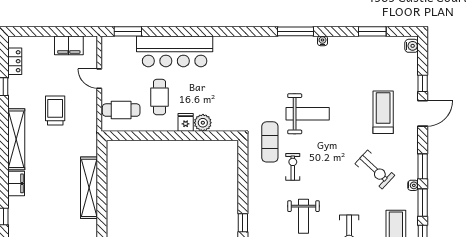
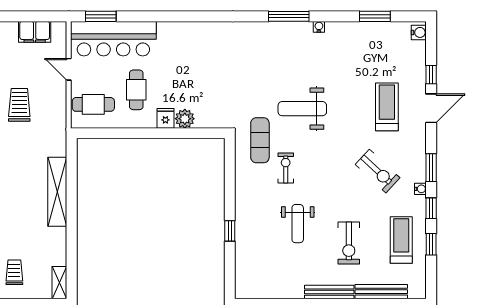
bar counter: (175, 51) -> (113, 39), moved
weight bench: (308, 114) -> (302, 109), turned 180
window: (423, 203) -> (431, 208), width x0.67

